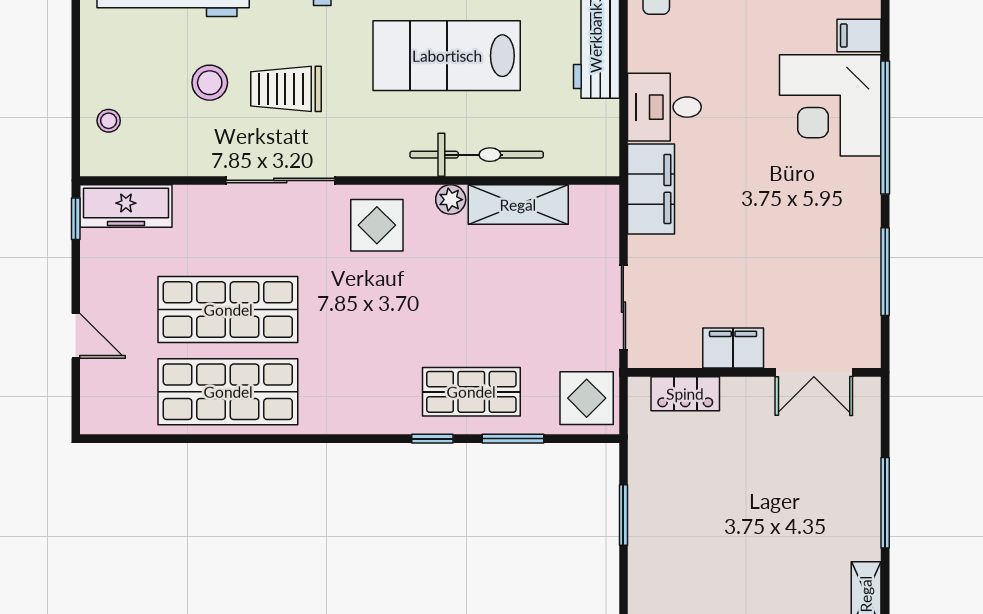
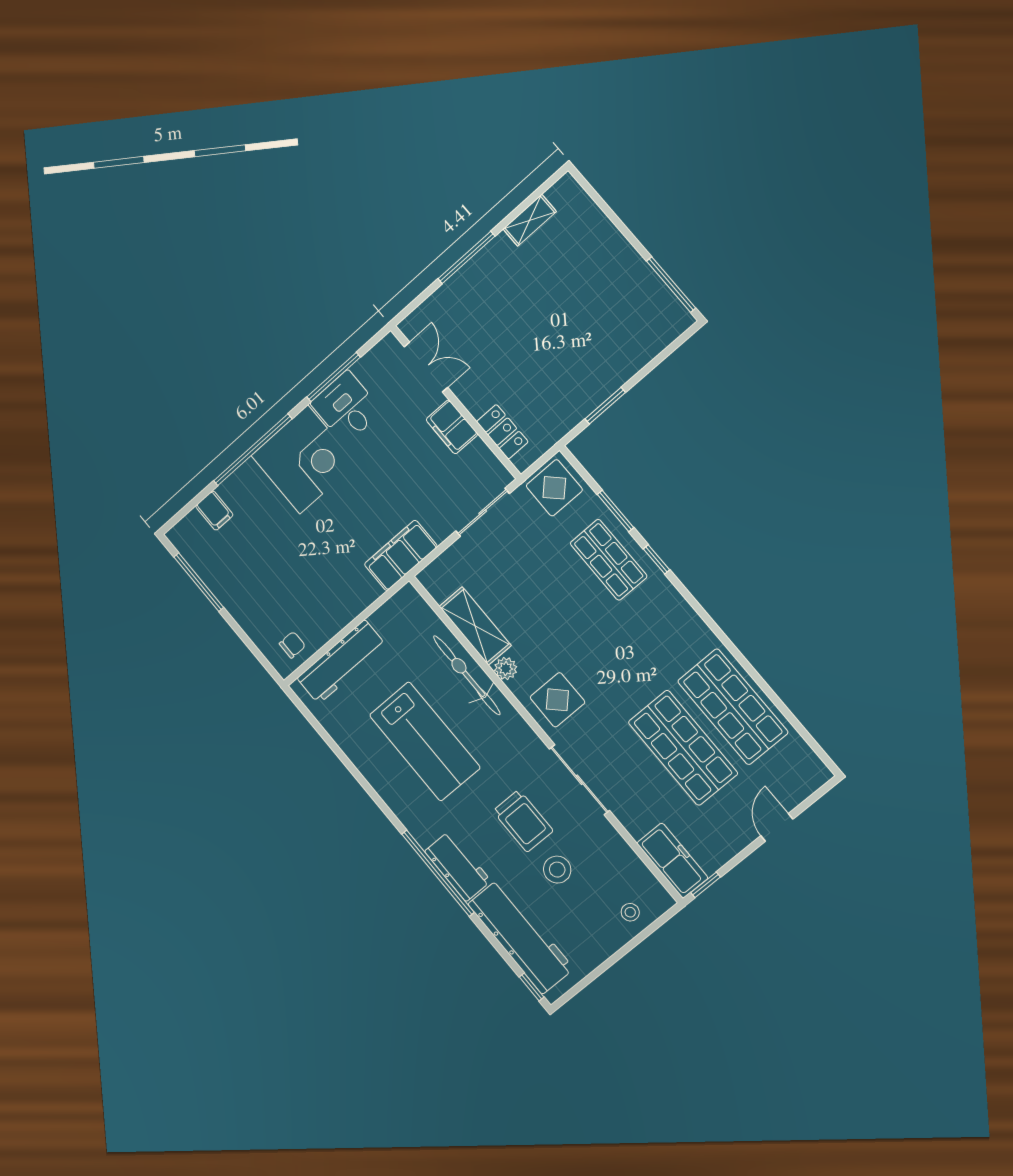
corner desk: (830, 105) -> (304, 459), moved
desk: (664, 107) -> (346, 407), moved, turned 180

